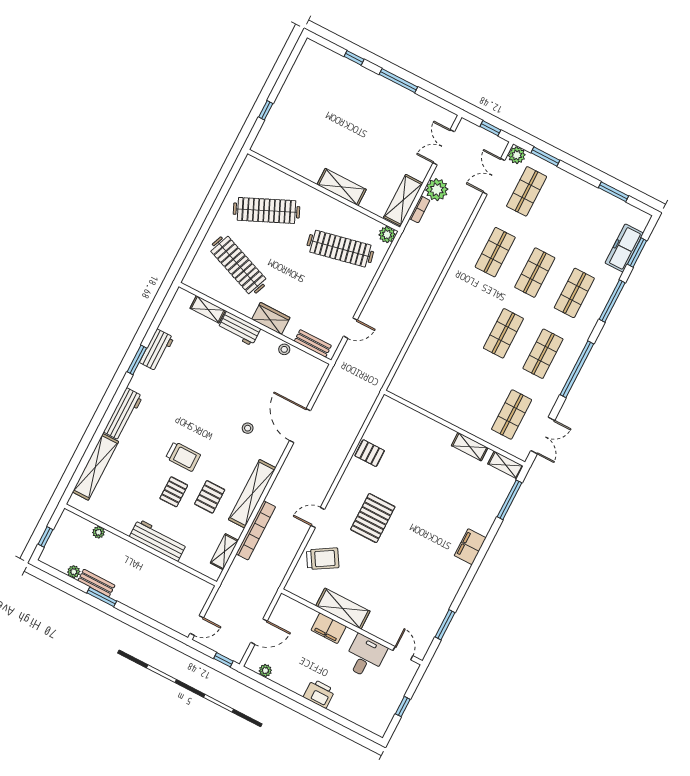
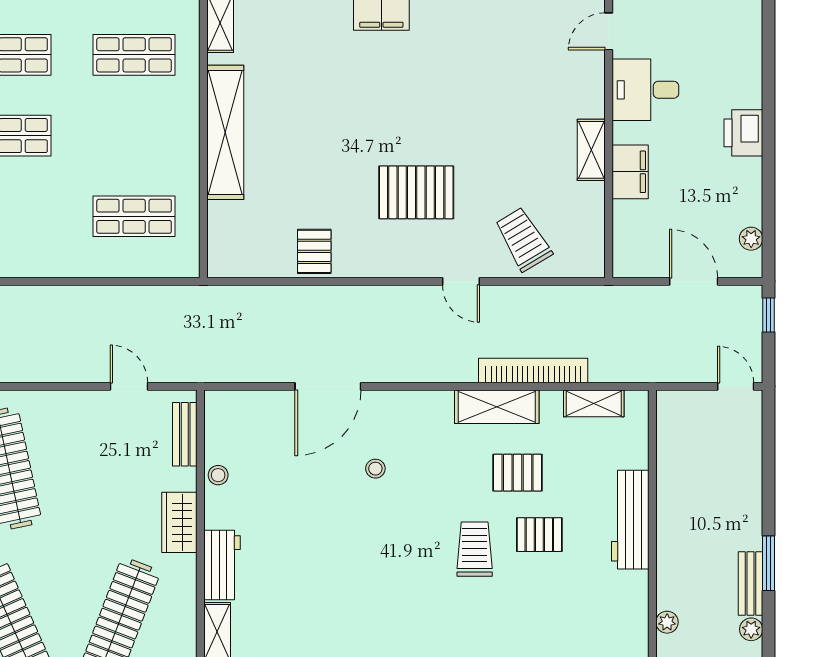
shop shelf: (432, 374) -> (134, 216), added
shelving: (470, 447) -> (225, 132), width x2.20, depth x1.33
shelving: (252, 494) -> (497, 407), width x0.68
shelving: (343, 609) -> (591, 150), width x0.67, depth x0.75

